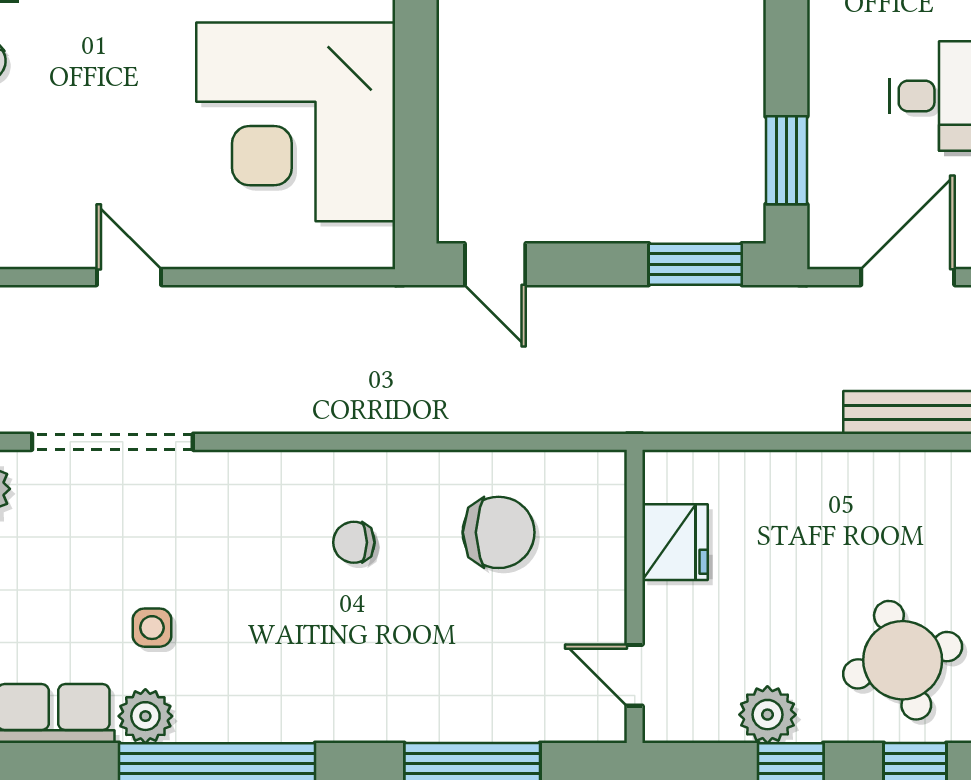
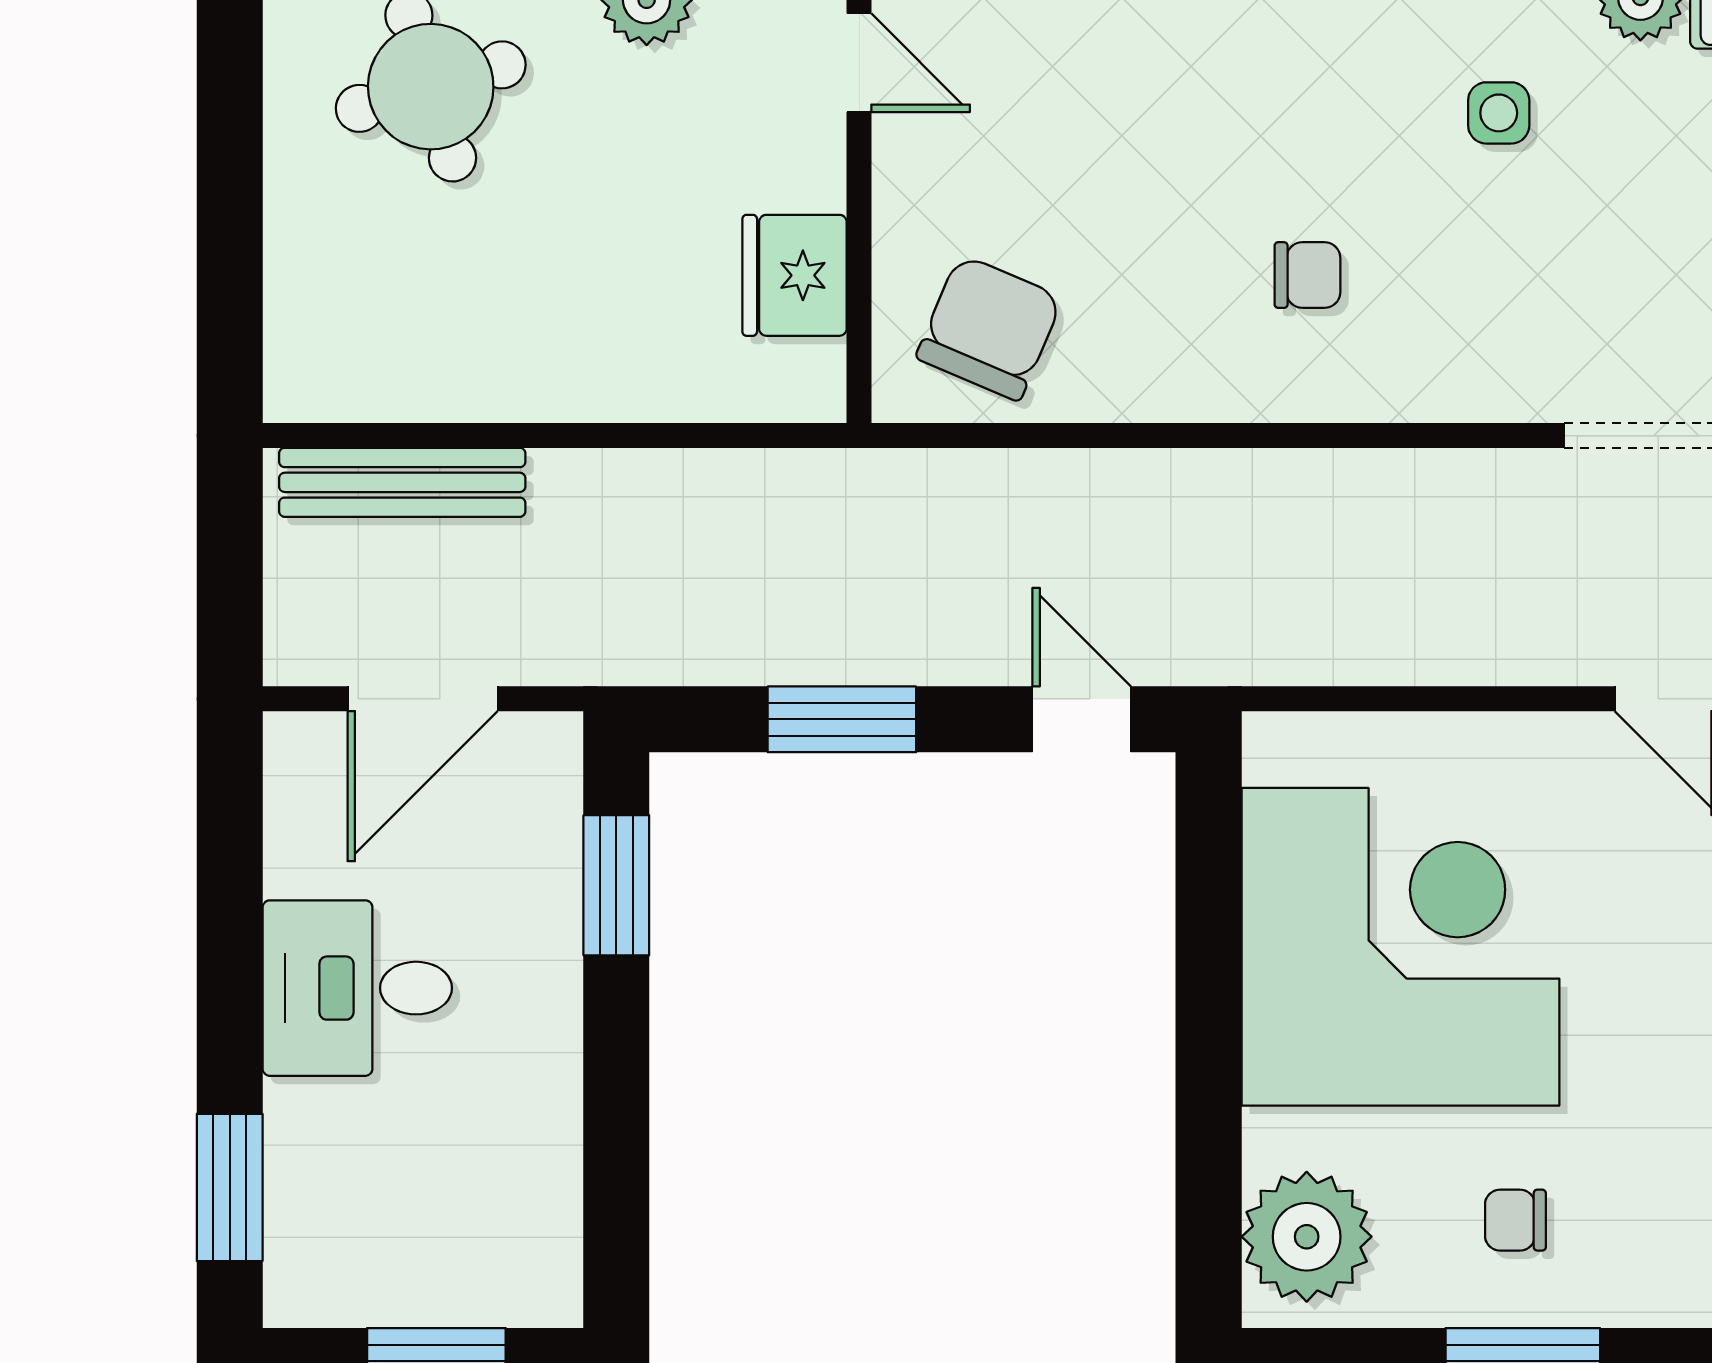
window: (695, 264) -> (842, 719), moved
chair: (499, 532) -> (989, 328), moved, turned 113
side table: (152, 628) -> (1499, 113), moved

